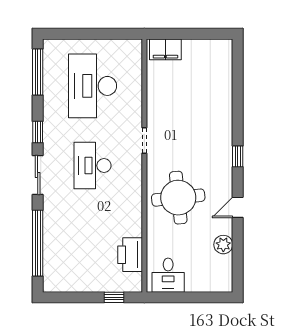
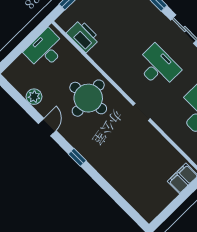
desk: (168, 275) -> (45, 50), width x1.37

